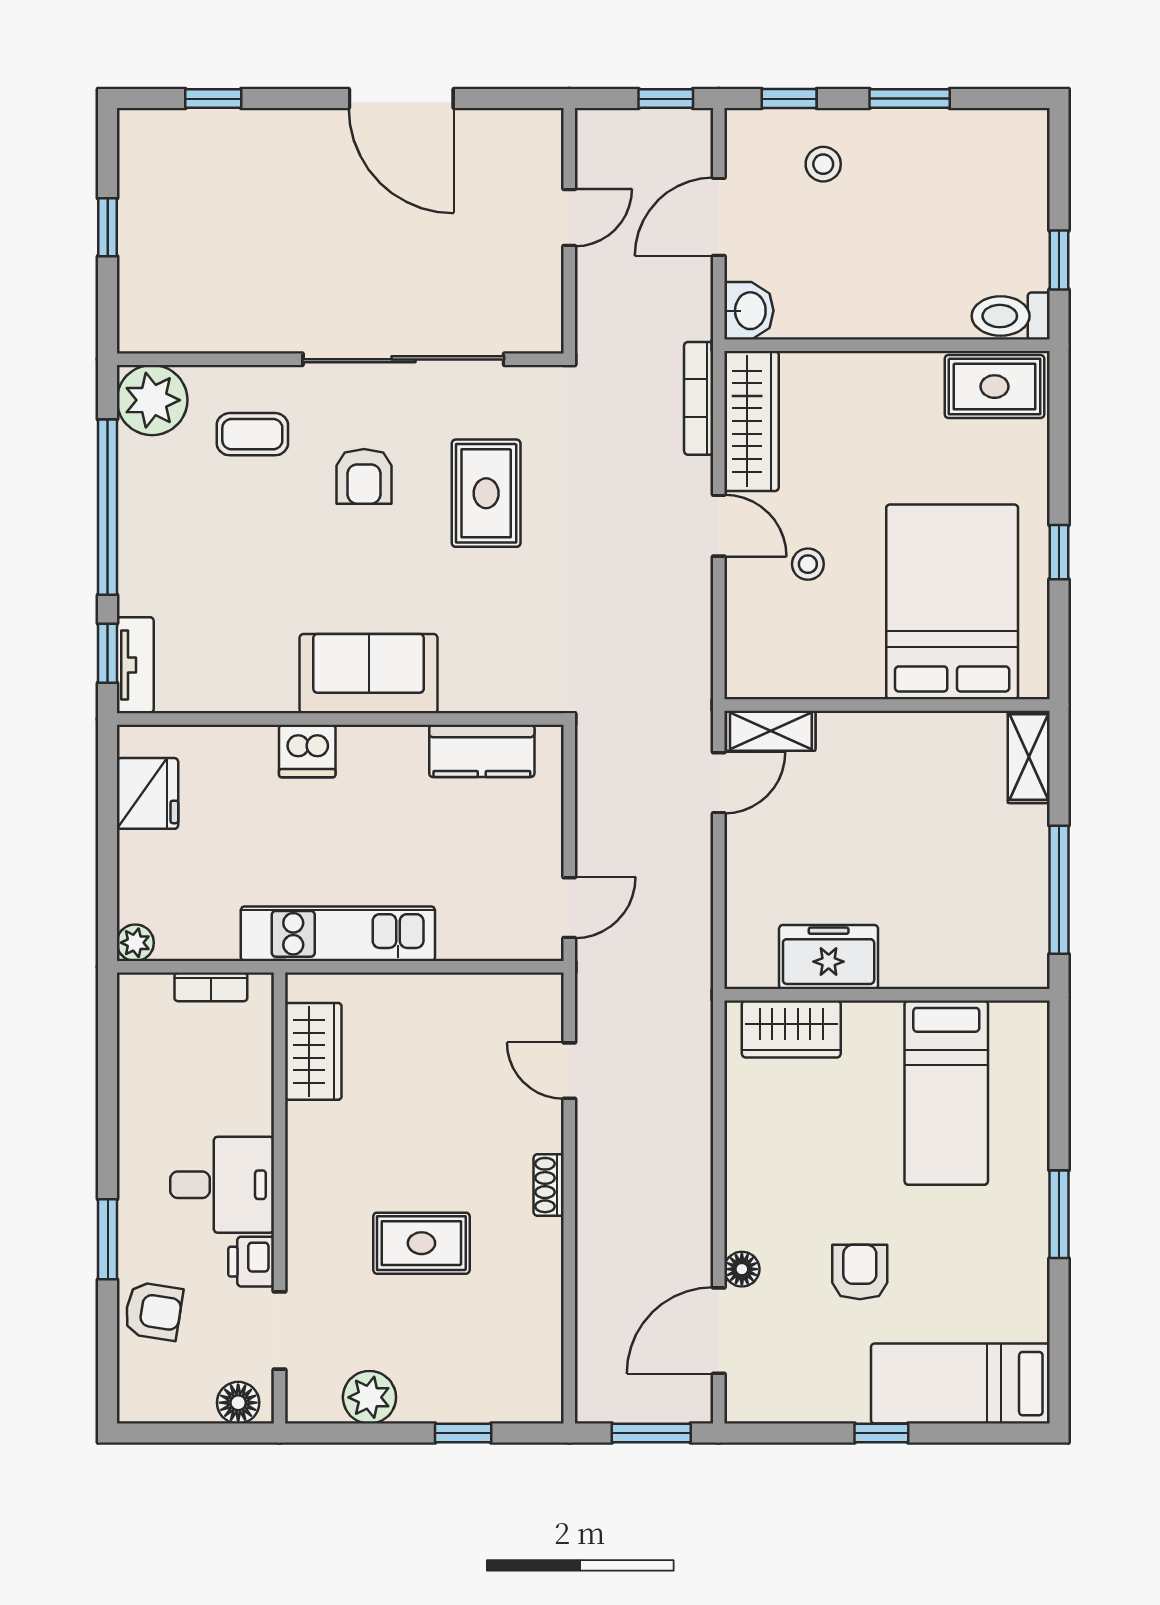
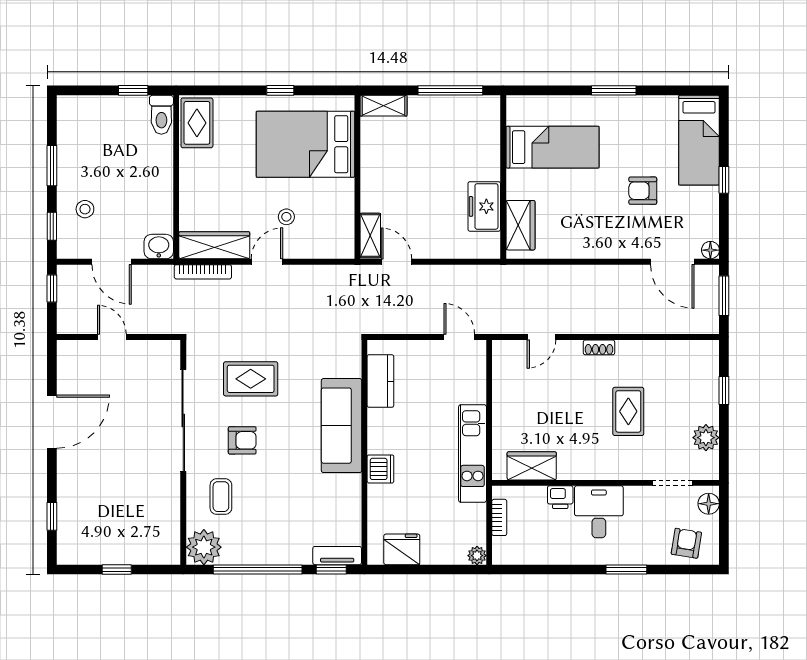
sofa: (369, 674) -> (342, 426), width x1.36
printer: (251, 1262) -> (560, 497), moved
floor lamp: (742, 1269) -> (710, 250), moved
armchair: (153, 1311) -> (686, 543), moved

